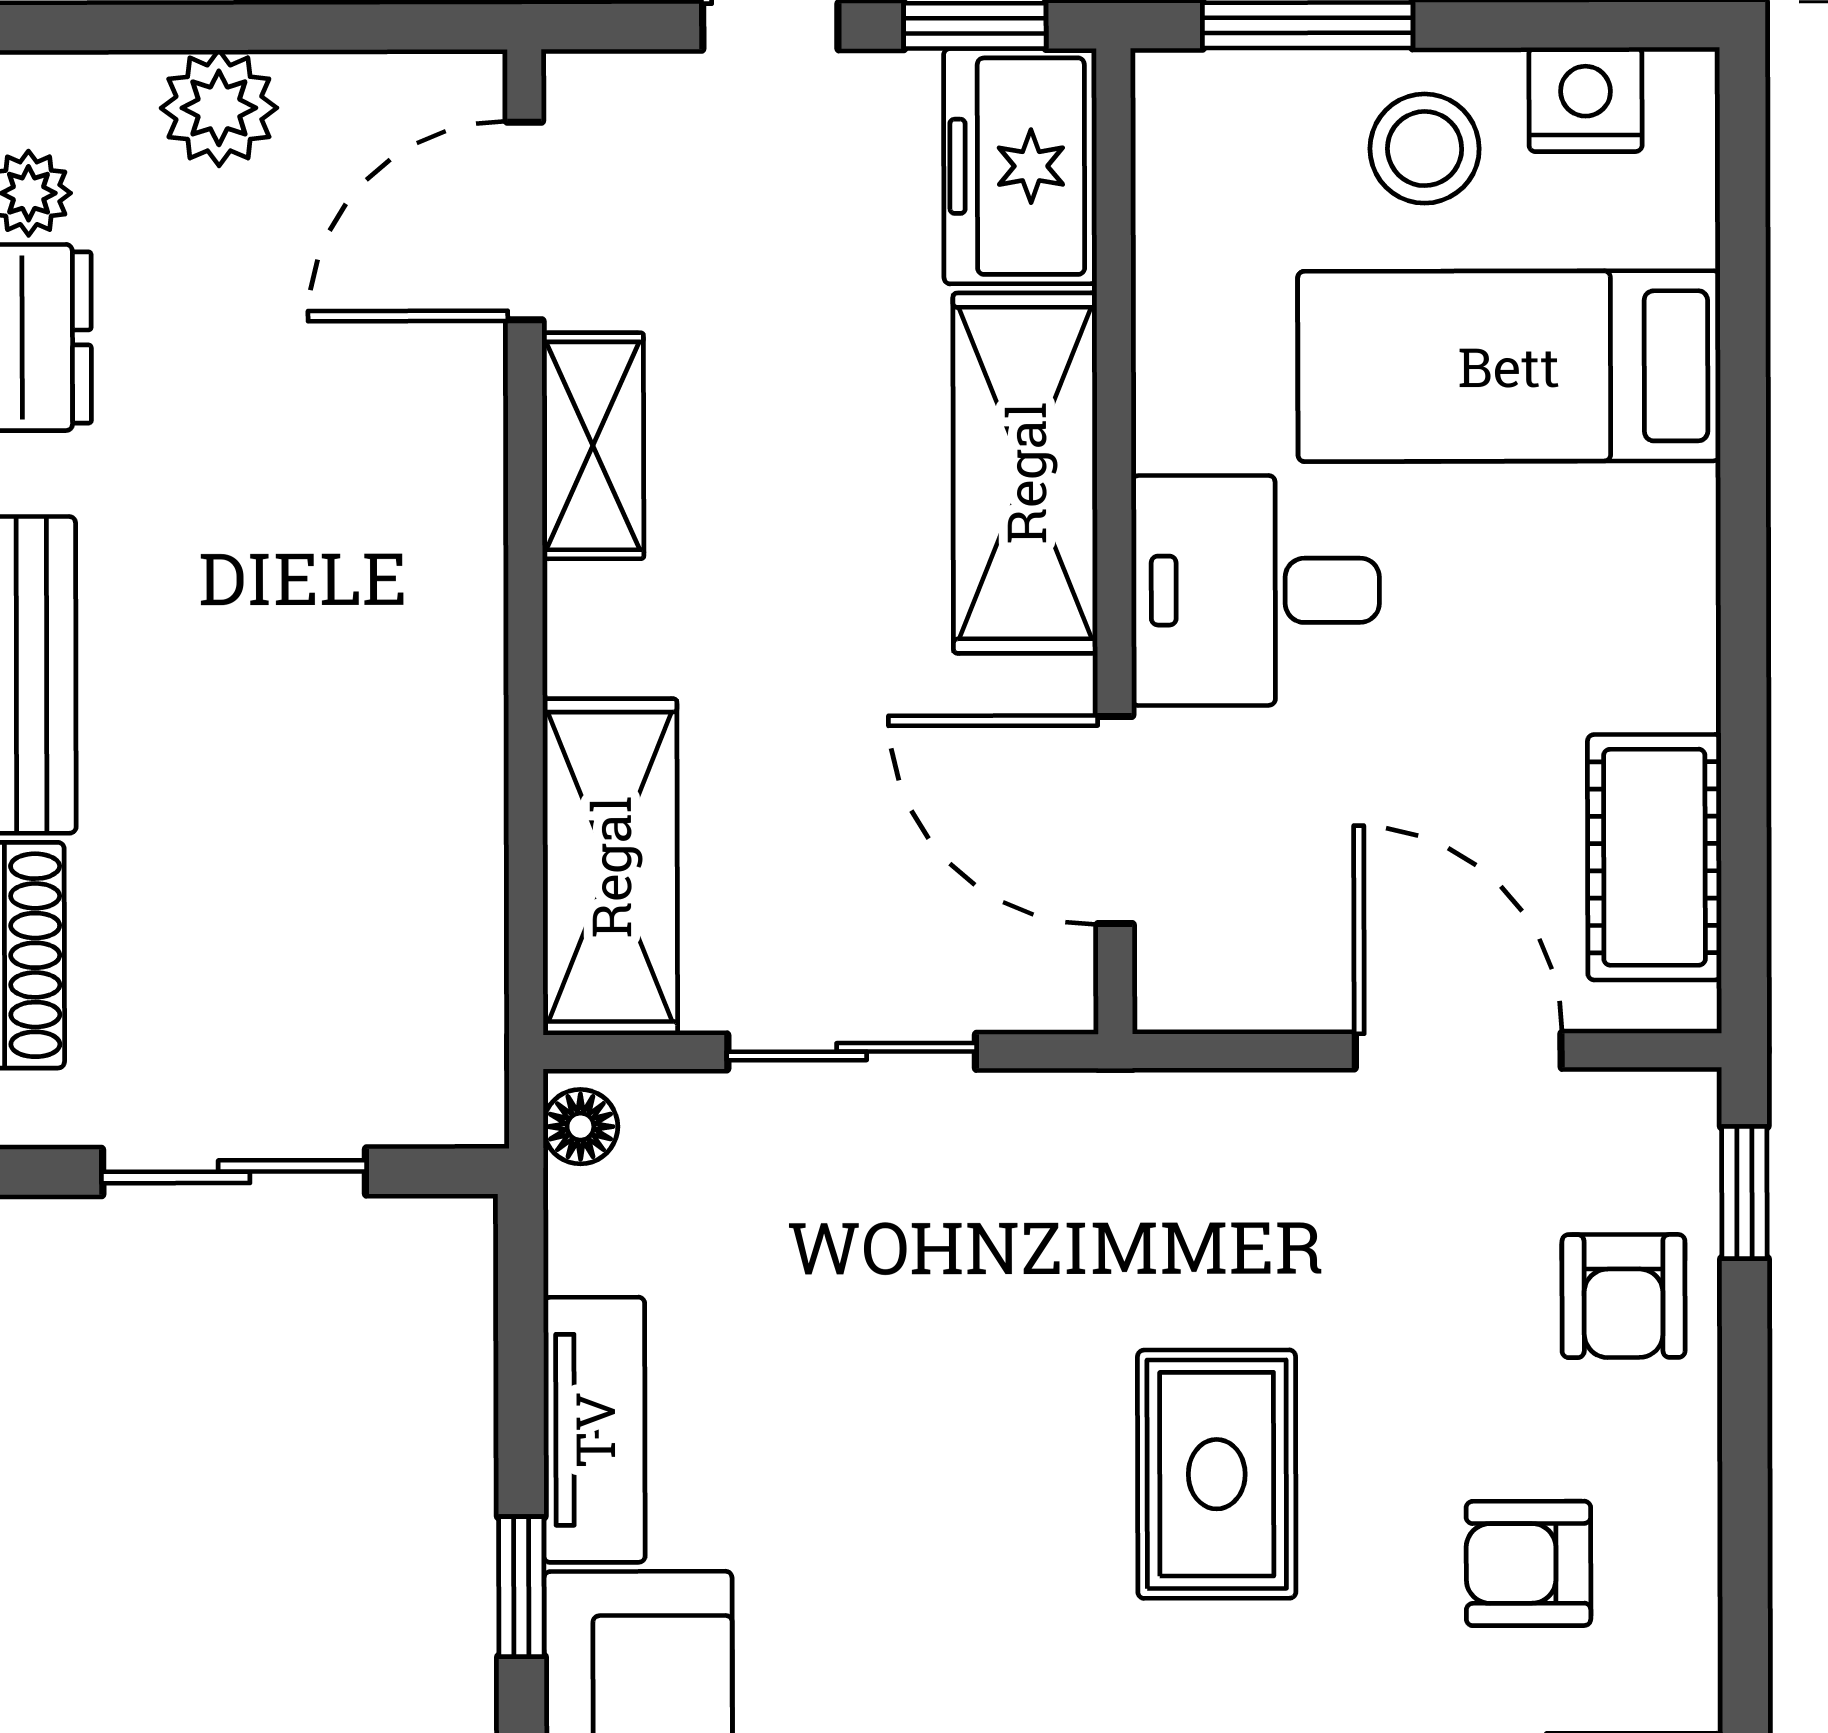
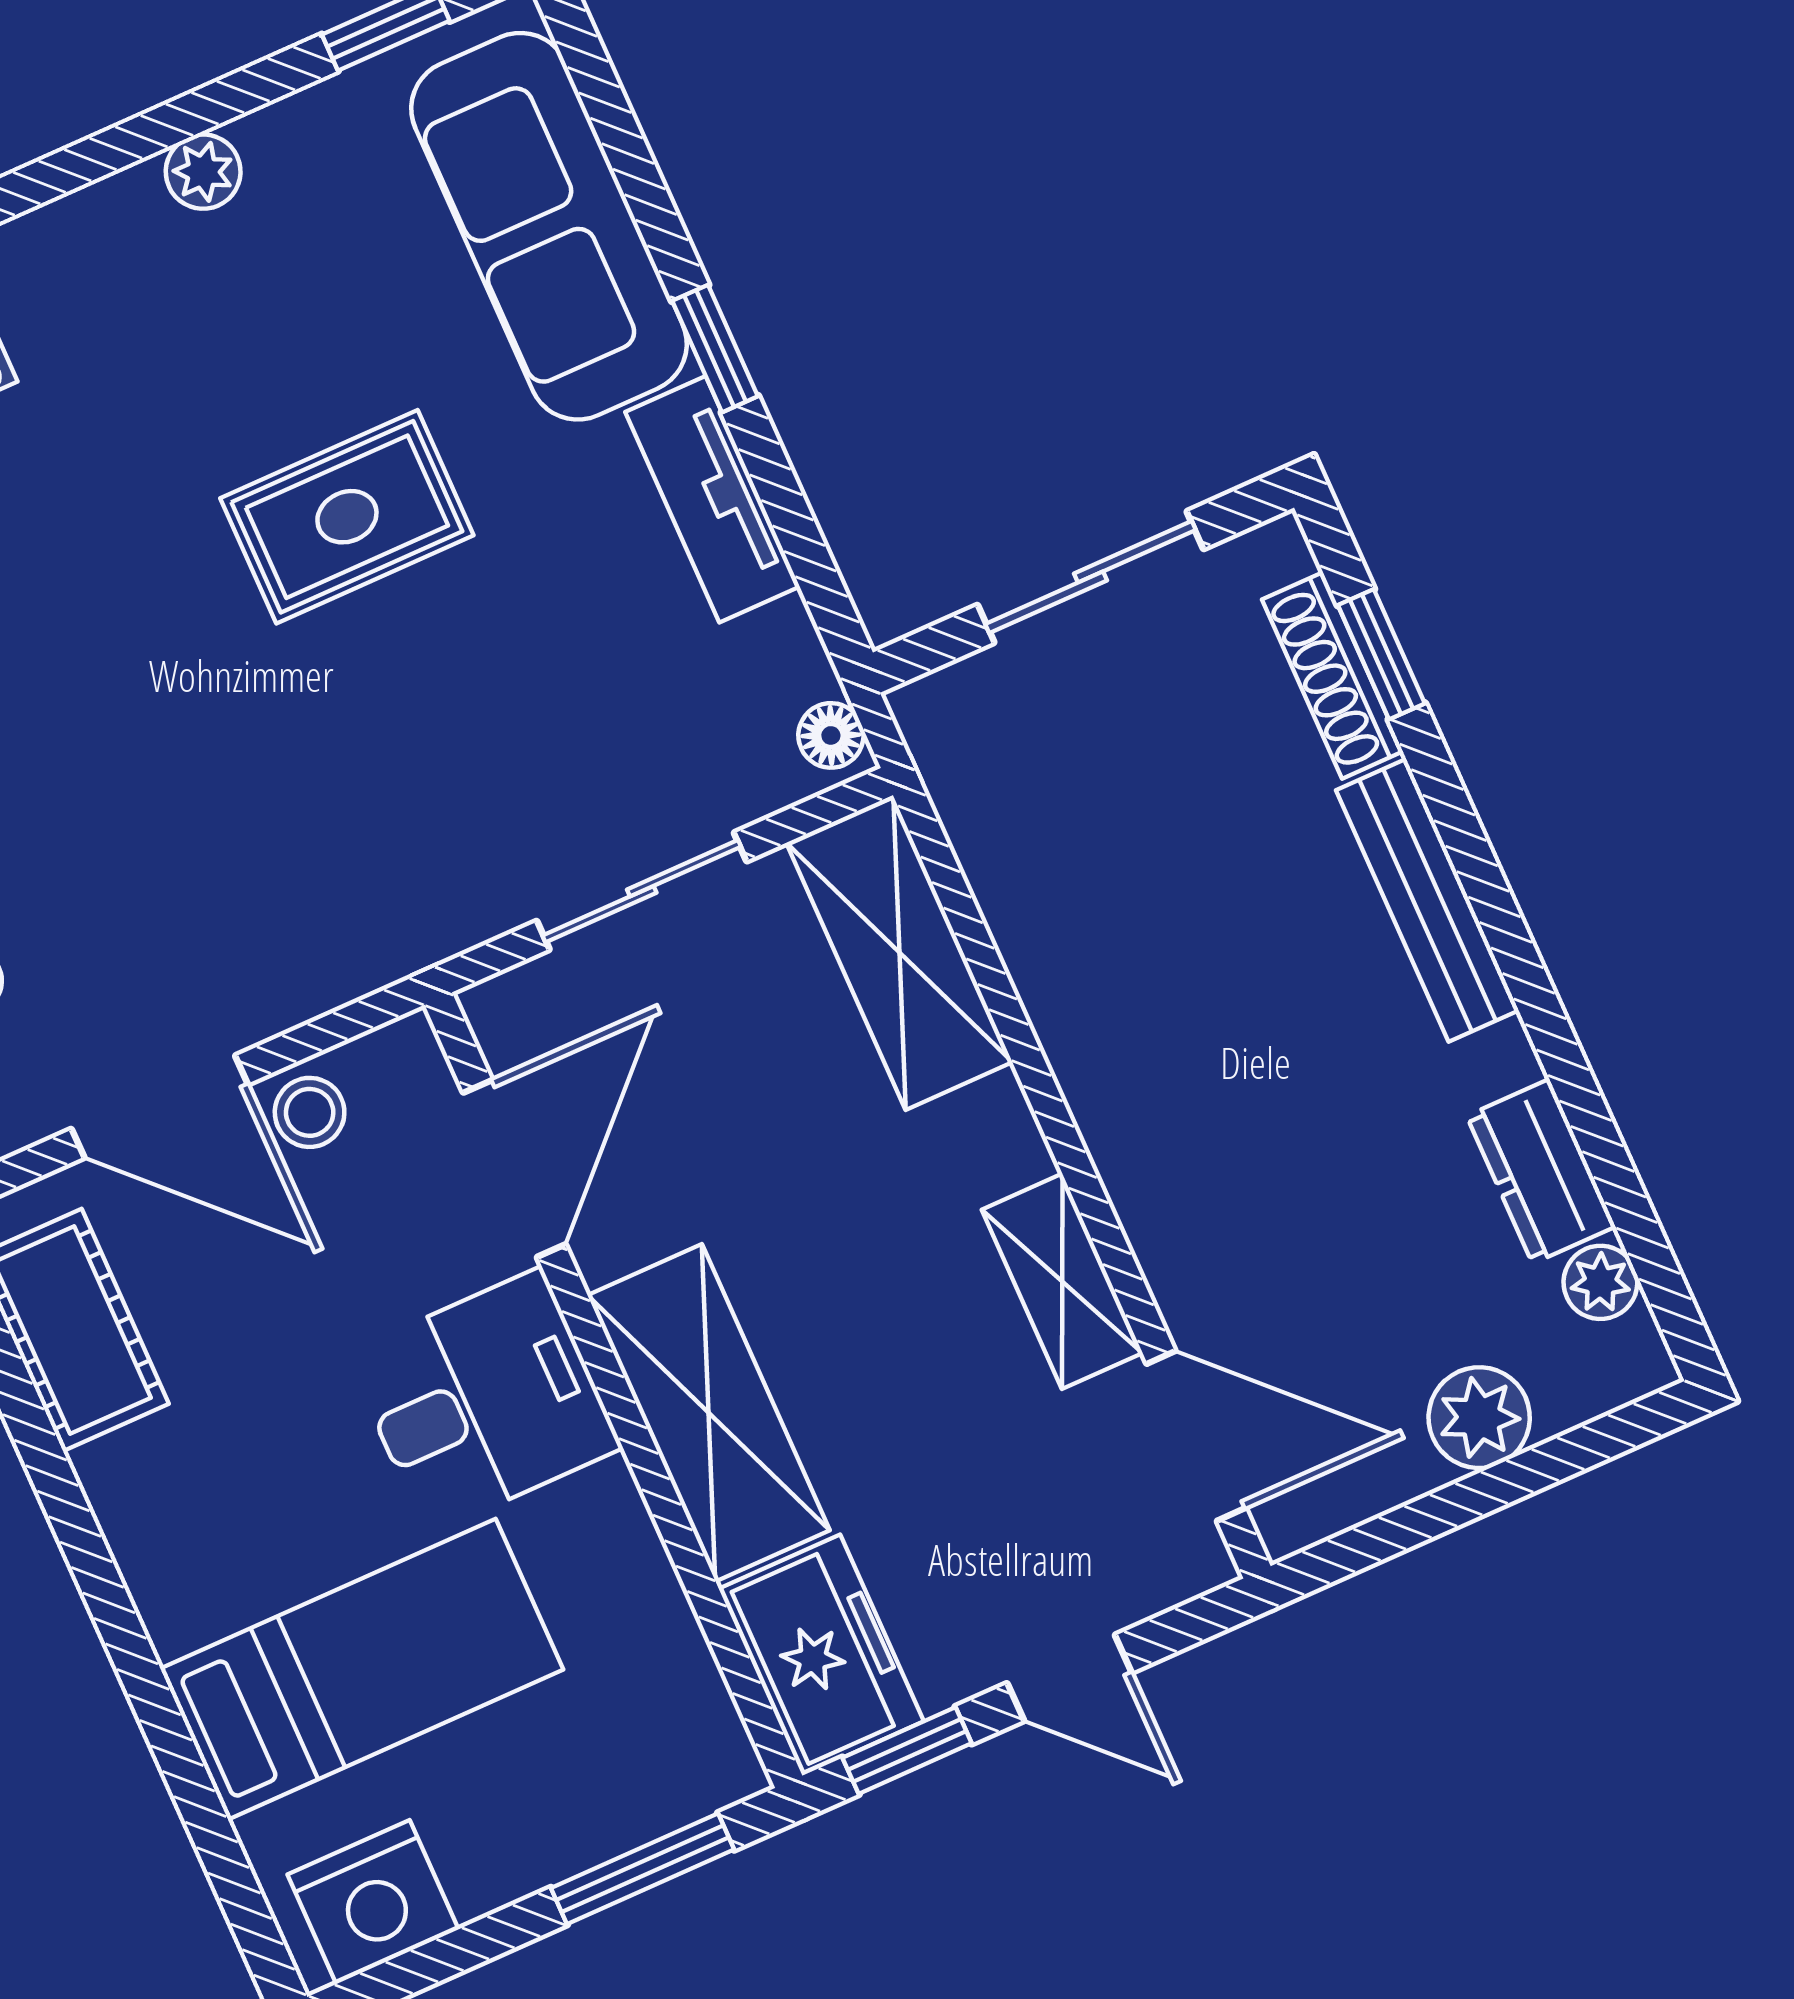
nightstand: (1586, 100) -> (373, 1902), width x1.36, depth x1.33
stool: (1425, 149) -> (310, 1112), moved, width x0.73, depth x0.73
door: (525, 221) -> (1196, 1436), hinge flipped
door: (1115, 820) -> (514, 1169), hinge flipped
rug: (1217, 1474) -> (347, 517), moved, turned 90

